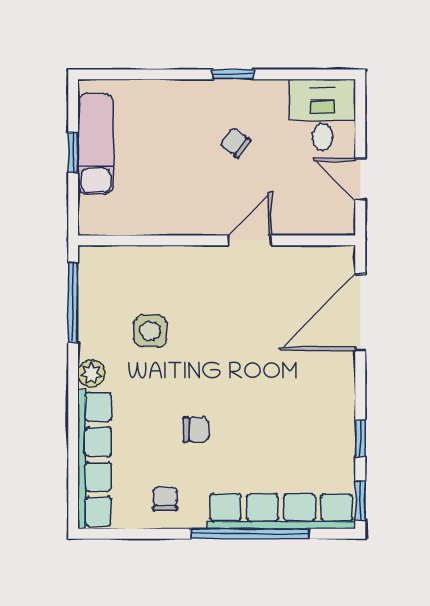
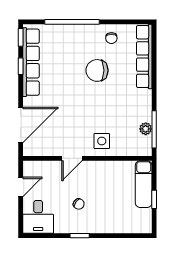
exam couch: (96, 144) -> (144, 184), moved
door: (360, 179) -> (21, 187), hinge flipped
side table: (150, 331) -> (102, 141), moved
plant: (91, 373) -> (146, 129), moved
chair: (196, 429) -> (97, 70), width x1.87, depth x1.87
row of seats: (281, 511) -> (31, 62), moved, turned -90

